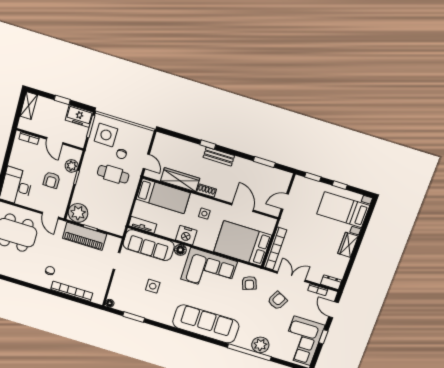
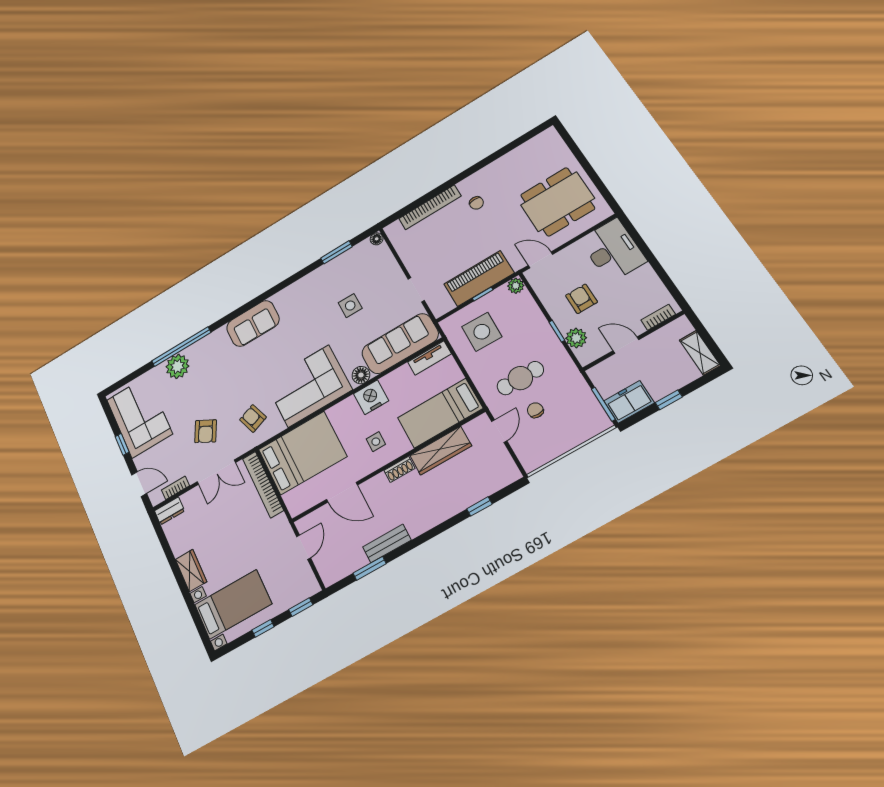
side table: (106, 135) -> (482, 332), moved
window: (208, 145) -> (479, 506), moved
bench: (219, 157) -> (387, 543), moved
door: (146, 161) -> (499, 431), swing flipped
plant: (78, 213) -> (516, 286), width x0.53, depth x0.53
sofa: (206, 324) -> (253, 323), width x0.54, depth x0.79

